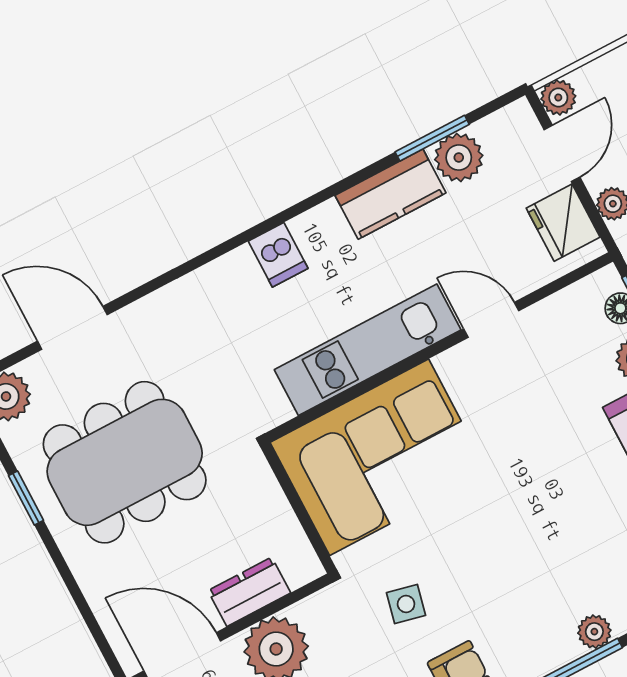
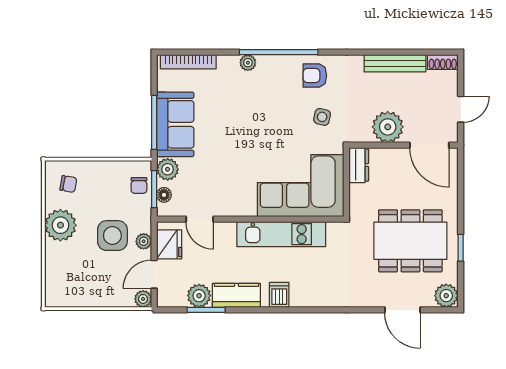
dishwasher: (278, 255) -> (279, 295), moved
door: (491, 320) -> (200, 219), moved
dresser: (249, 592) -> (359, 165), moved, turned -90

